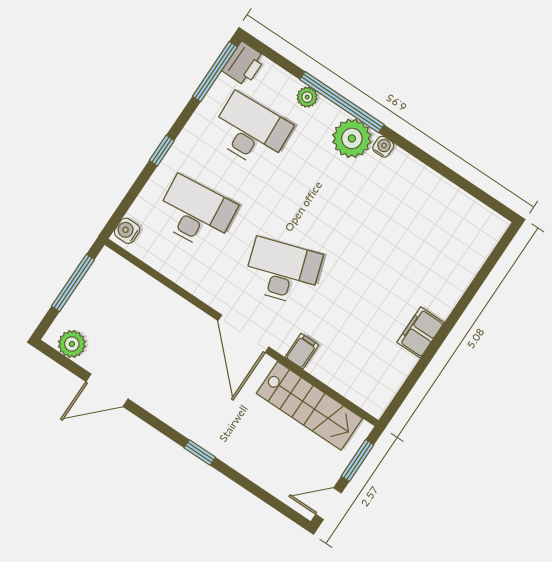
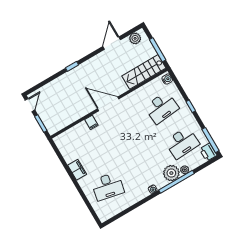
plant: (352, 138) -> (171, 173), moved
desk: (283, 271) -> (108, 186), moved, turned 30
stairs: (309, 406) -> (144, 72), moved

